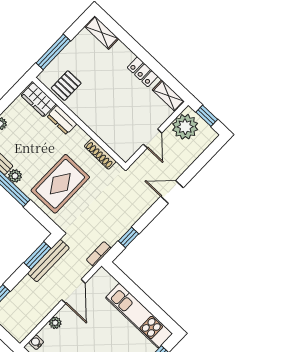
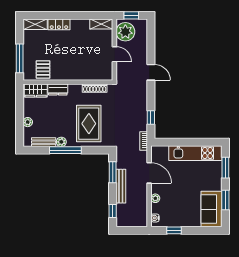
locker: (143, 72) -> (59, 24), moved
door: (172, 192) -> (151, 72), swing flipped
bench: (48, 261) -> (121, 186), moved

